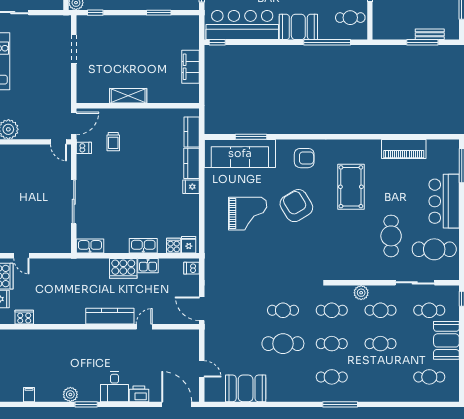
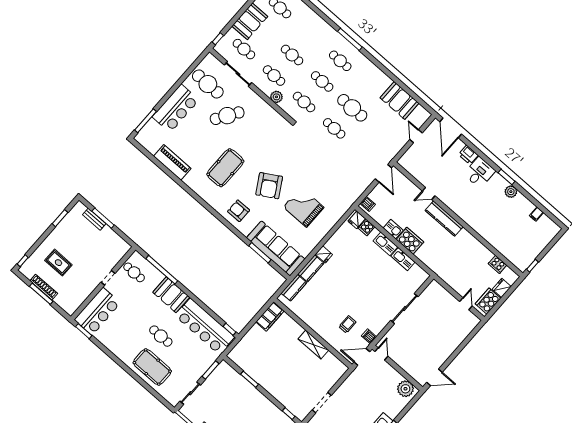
filing cabinet: (191, 67) -> (270, 316), moved
cafe table: (391, 236) -> (227, 116), turned 33
kitchen sink: (90, 246) -> (403, 259), moved

